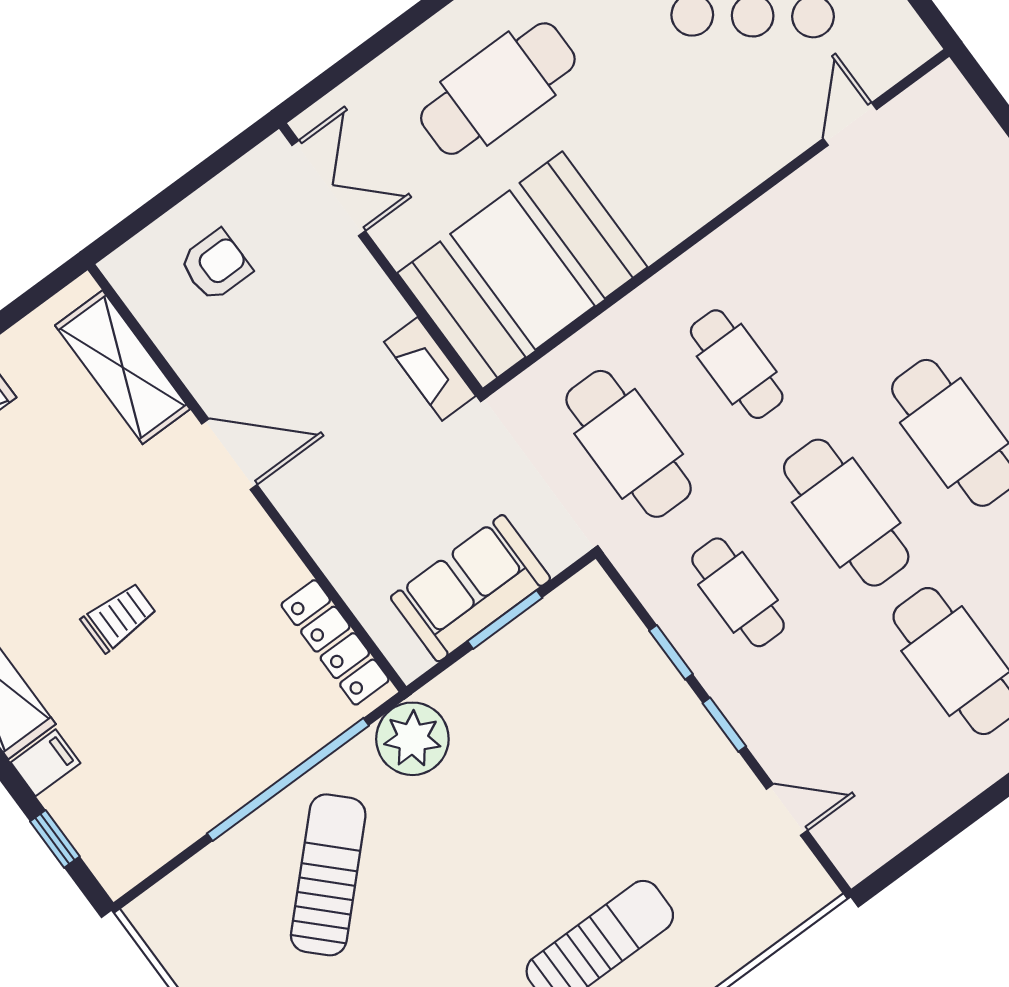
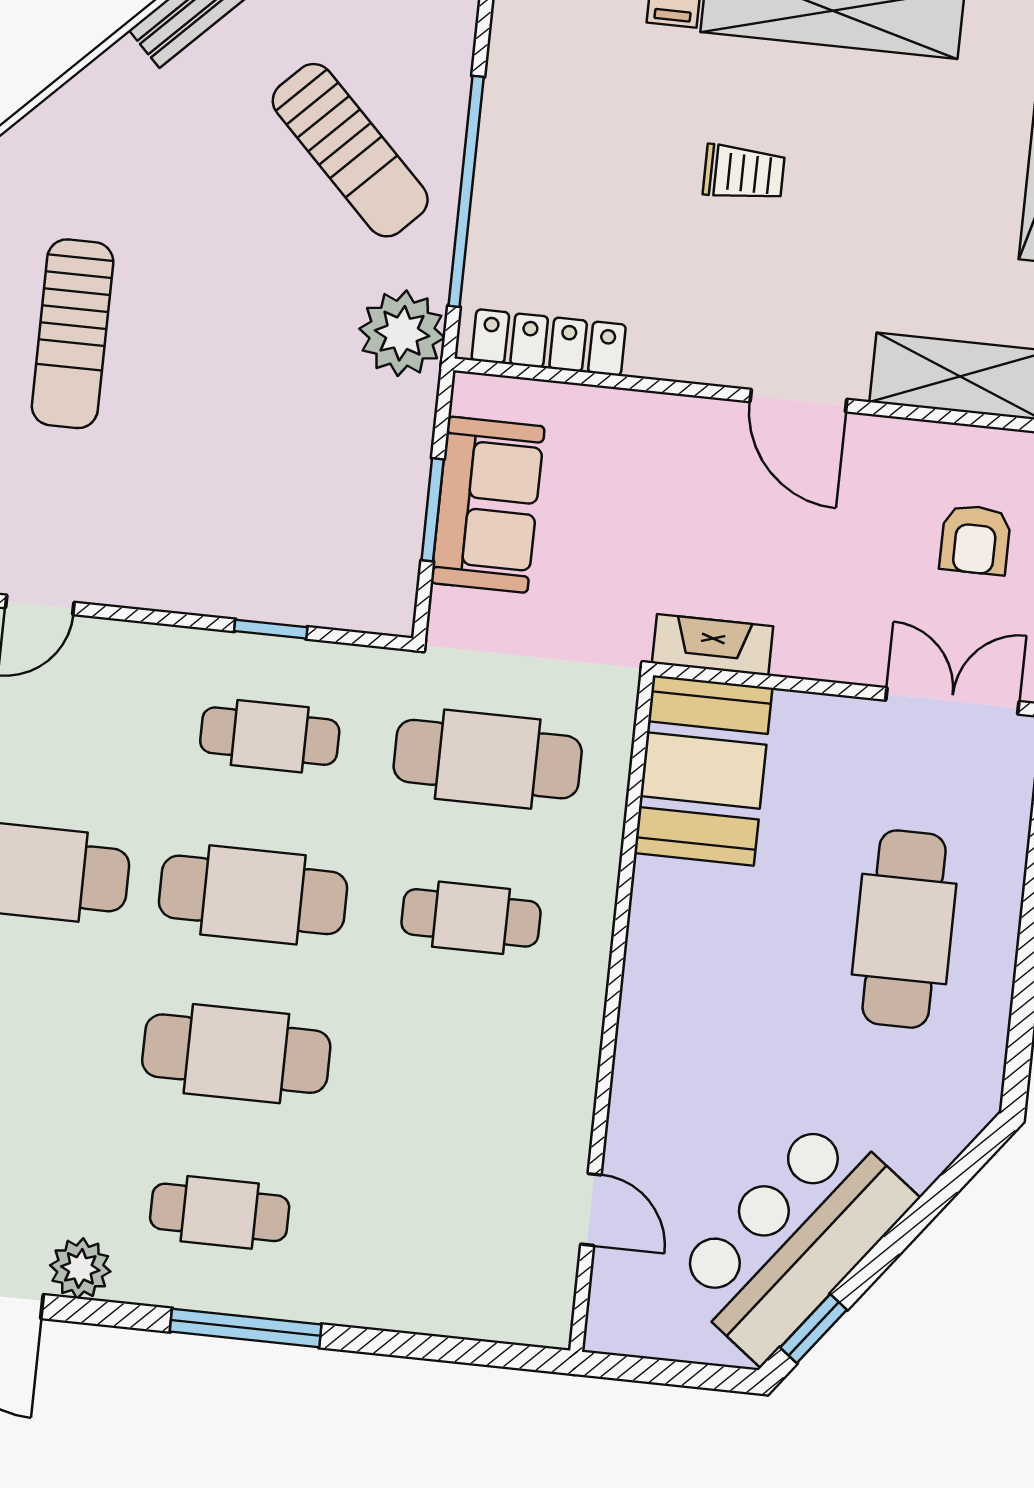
double door: (329, 188) -> (952, 701), swing flipped
booth: (522, 270) -> (703, 770), width x0.73, depth x0.70
door: (229, 454) -> (798, 401), hinge flipped
trolley: (119, 617) -> (744, 173), turned -90
window: (724, 725) -> (165, 618), removed

